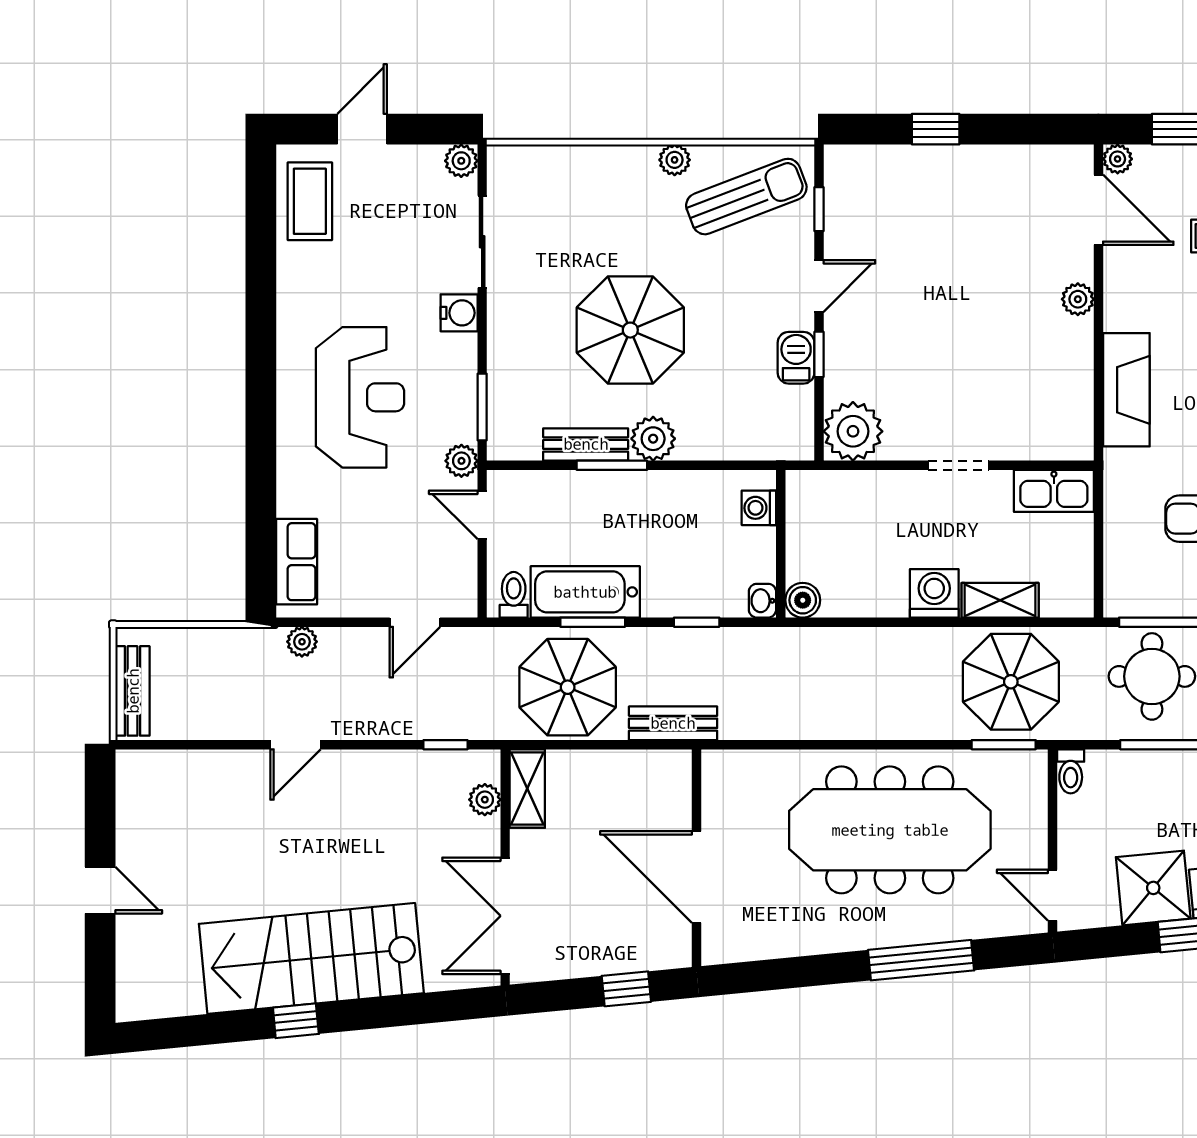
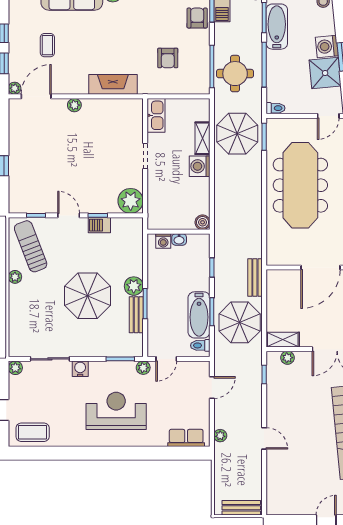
washbasin: (762, 601) -> (179, 239), moved
door: (415, 622) -> (212, 387), hinge flipped

